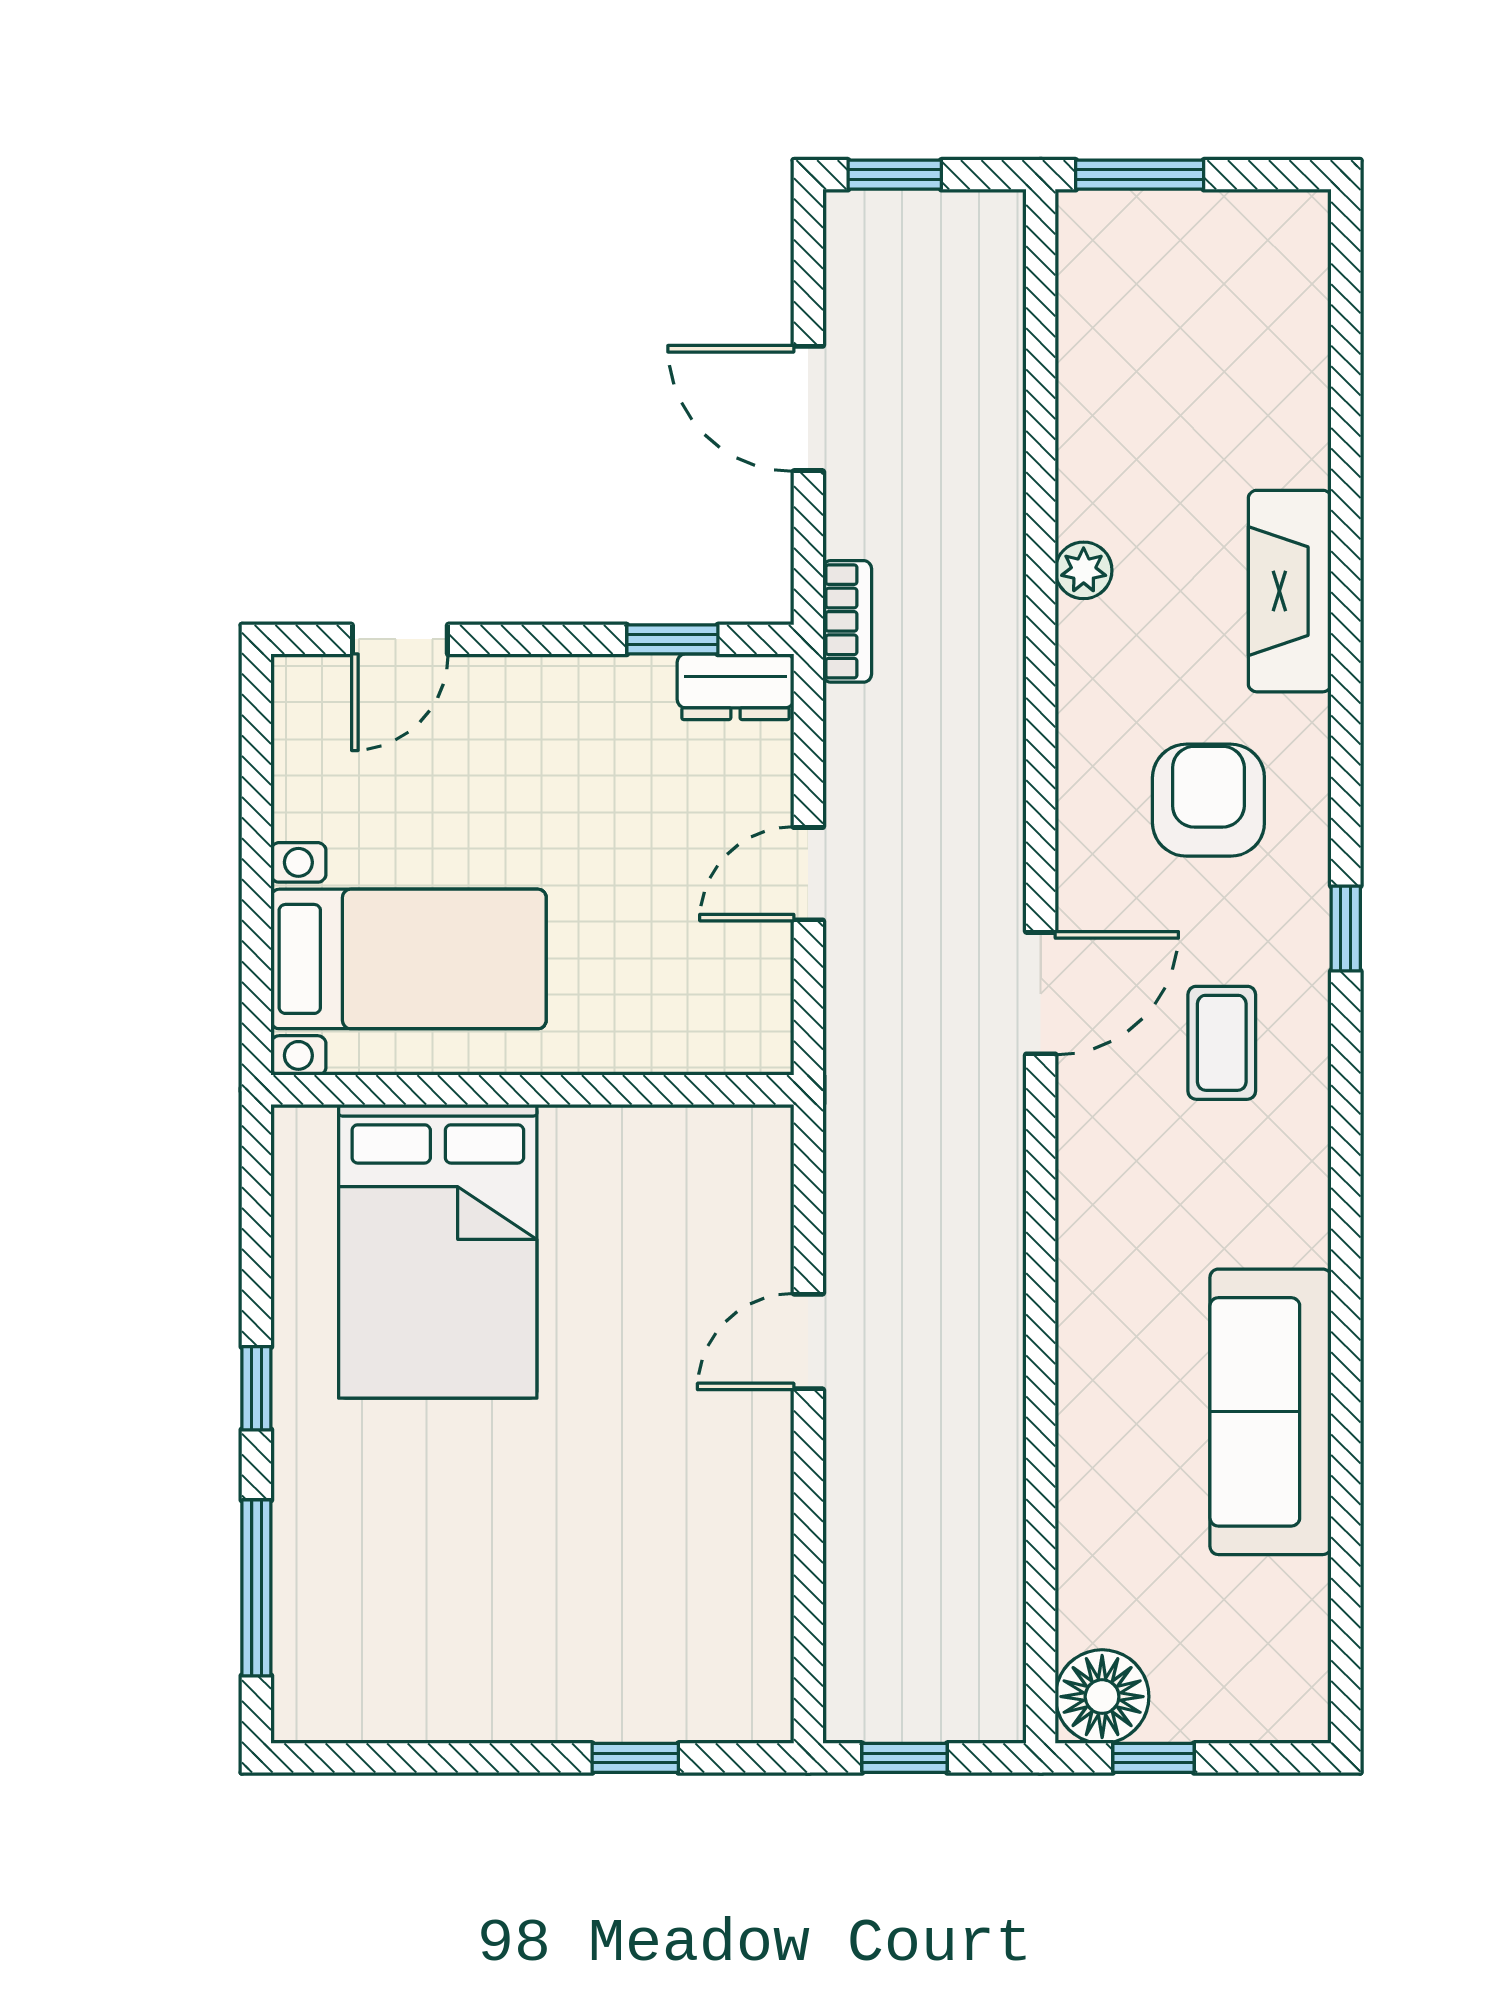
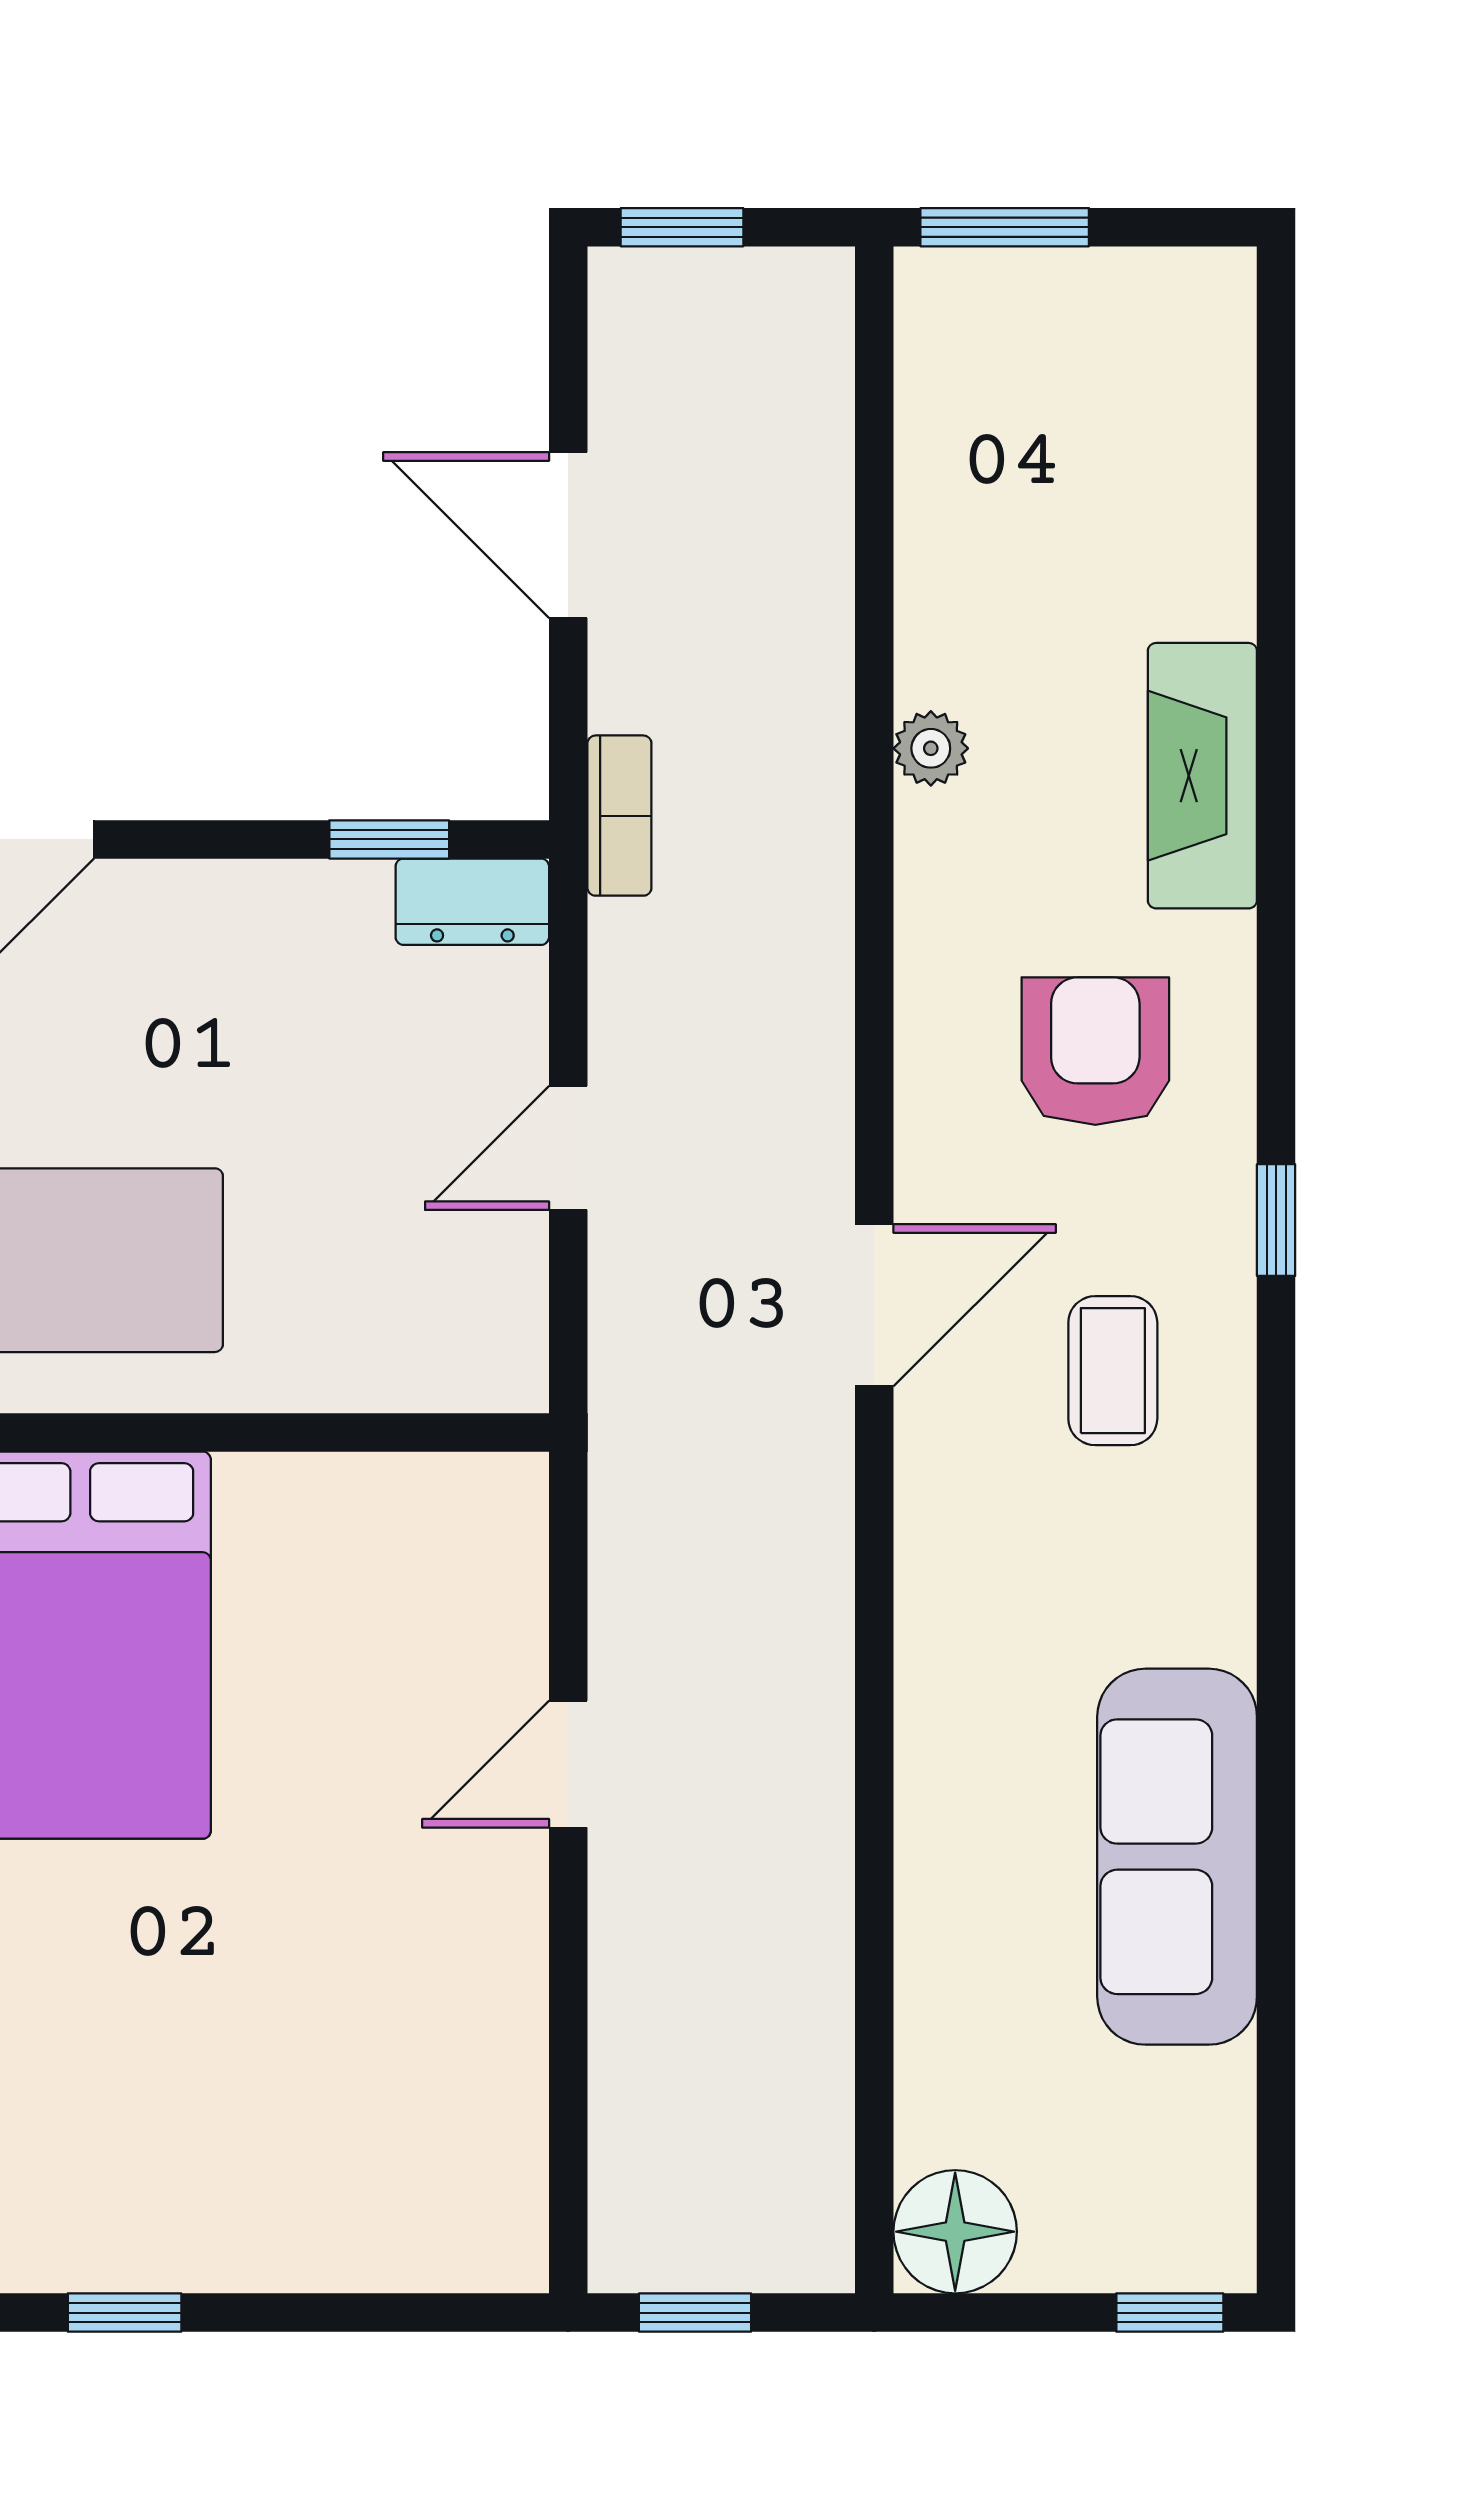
window: (635, 1758) -> (125, 2313), moved
window: (1153, 1758) -> (1170, 2313), moved

